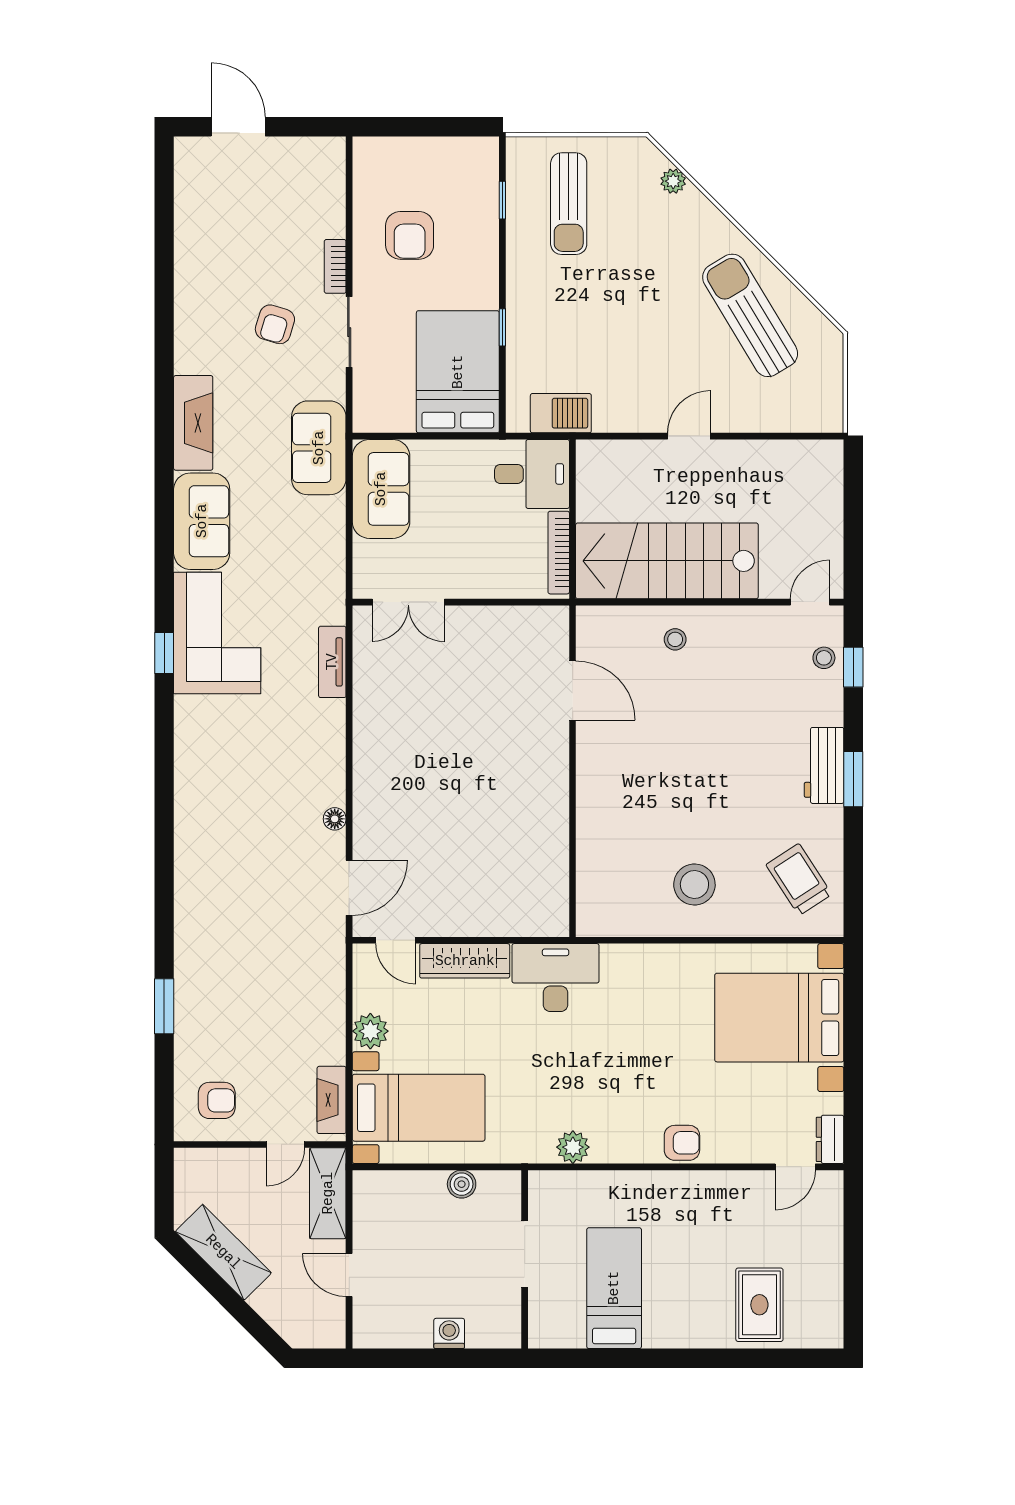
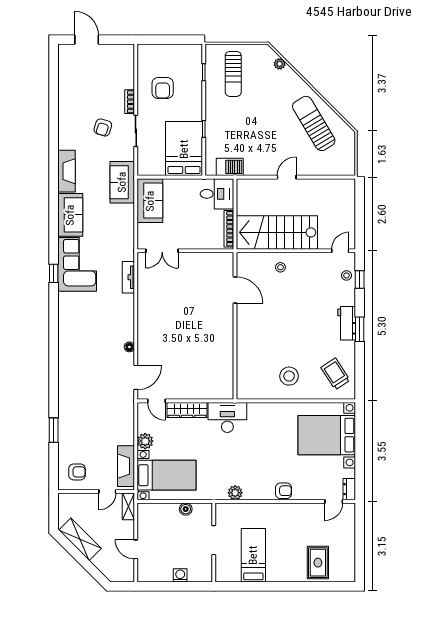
fireplace: (332, 1100) -> (126, 466), width x1.37, depth x1.32
shelving: (328, 1193) -> (128, 506), width x0.67, depth x0.75

